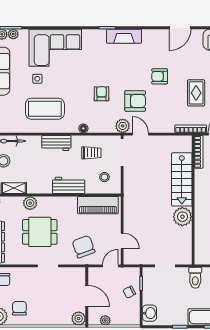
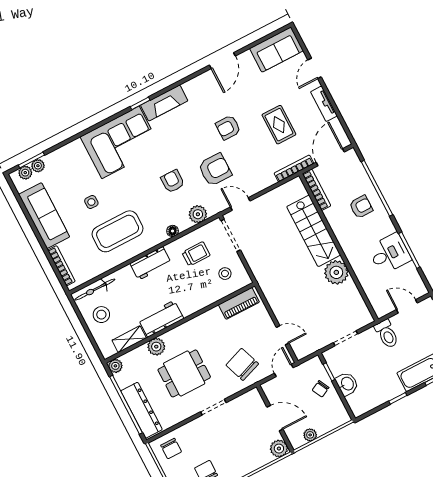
corner sofa: (55, 48) -> (121, 142), moved
plant: (123, 126) -> (198, 214), moved
workbench: (69, 185) -> (161, 319), moved
piano: (98, 205) -> (239, 303), width x0.73, depth x0.75
washbasin: (149, 313) -> (347, 384), moved

